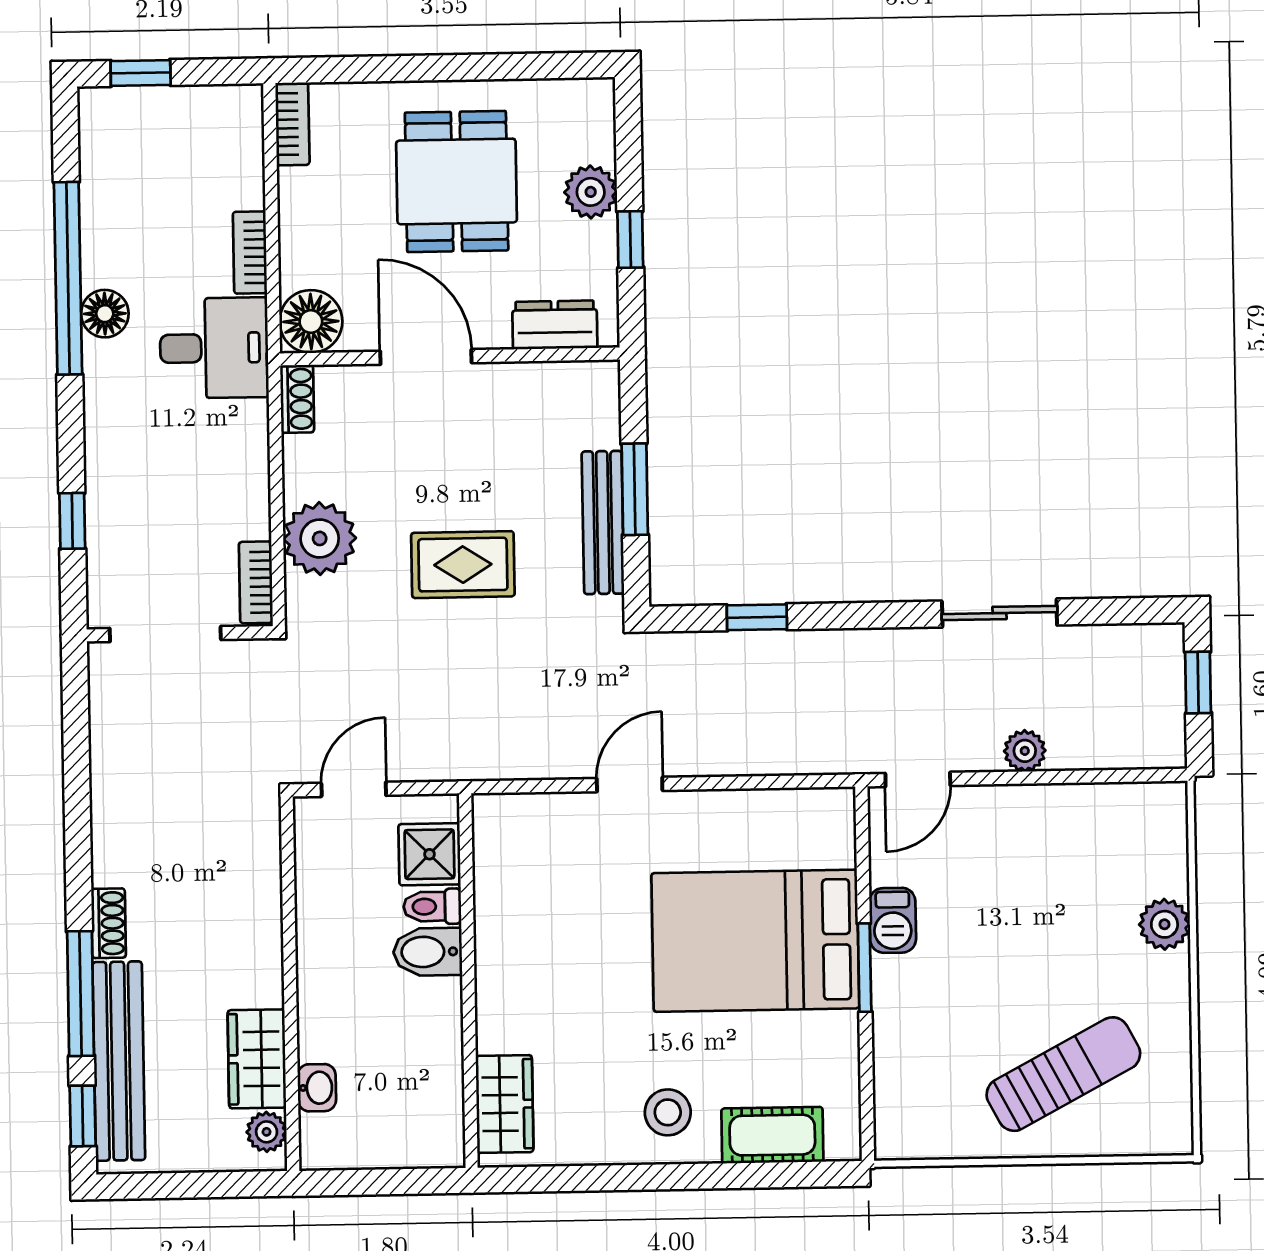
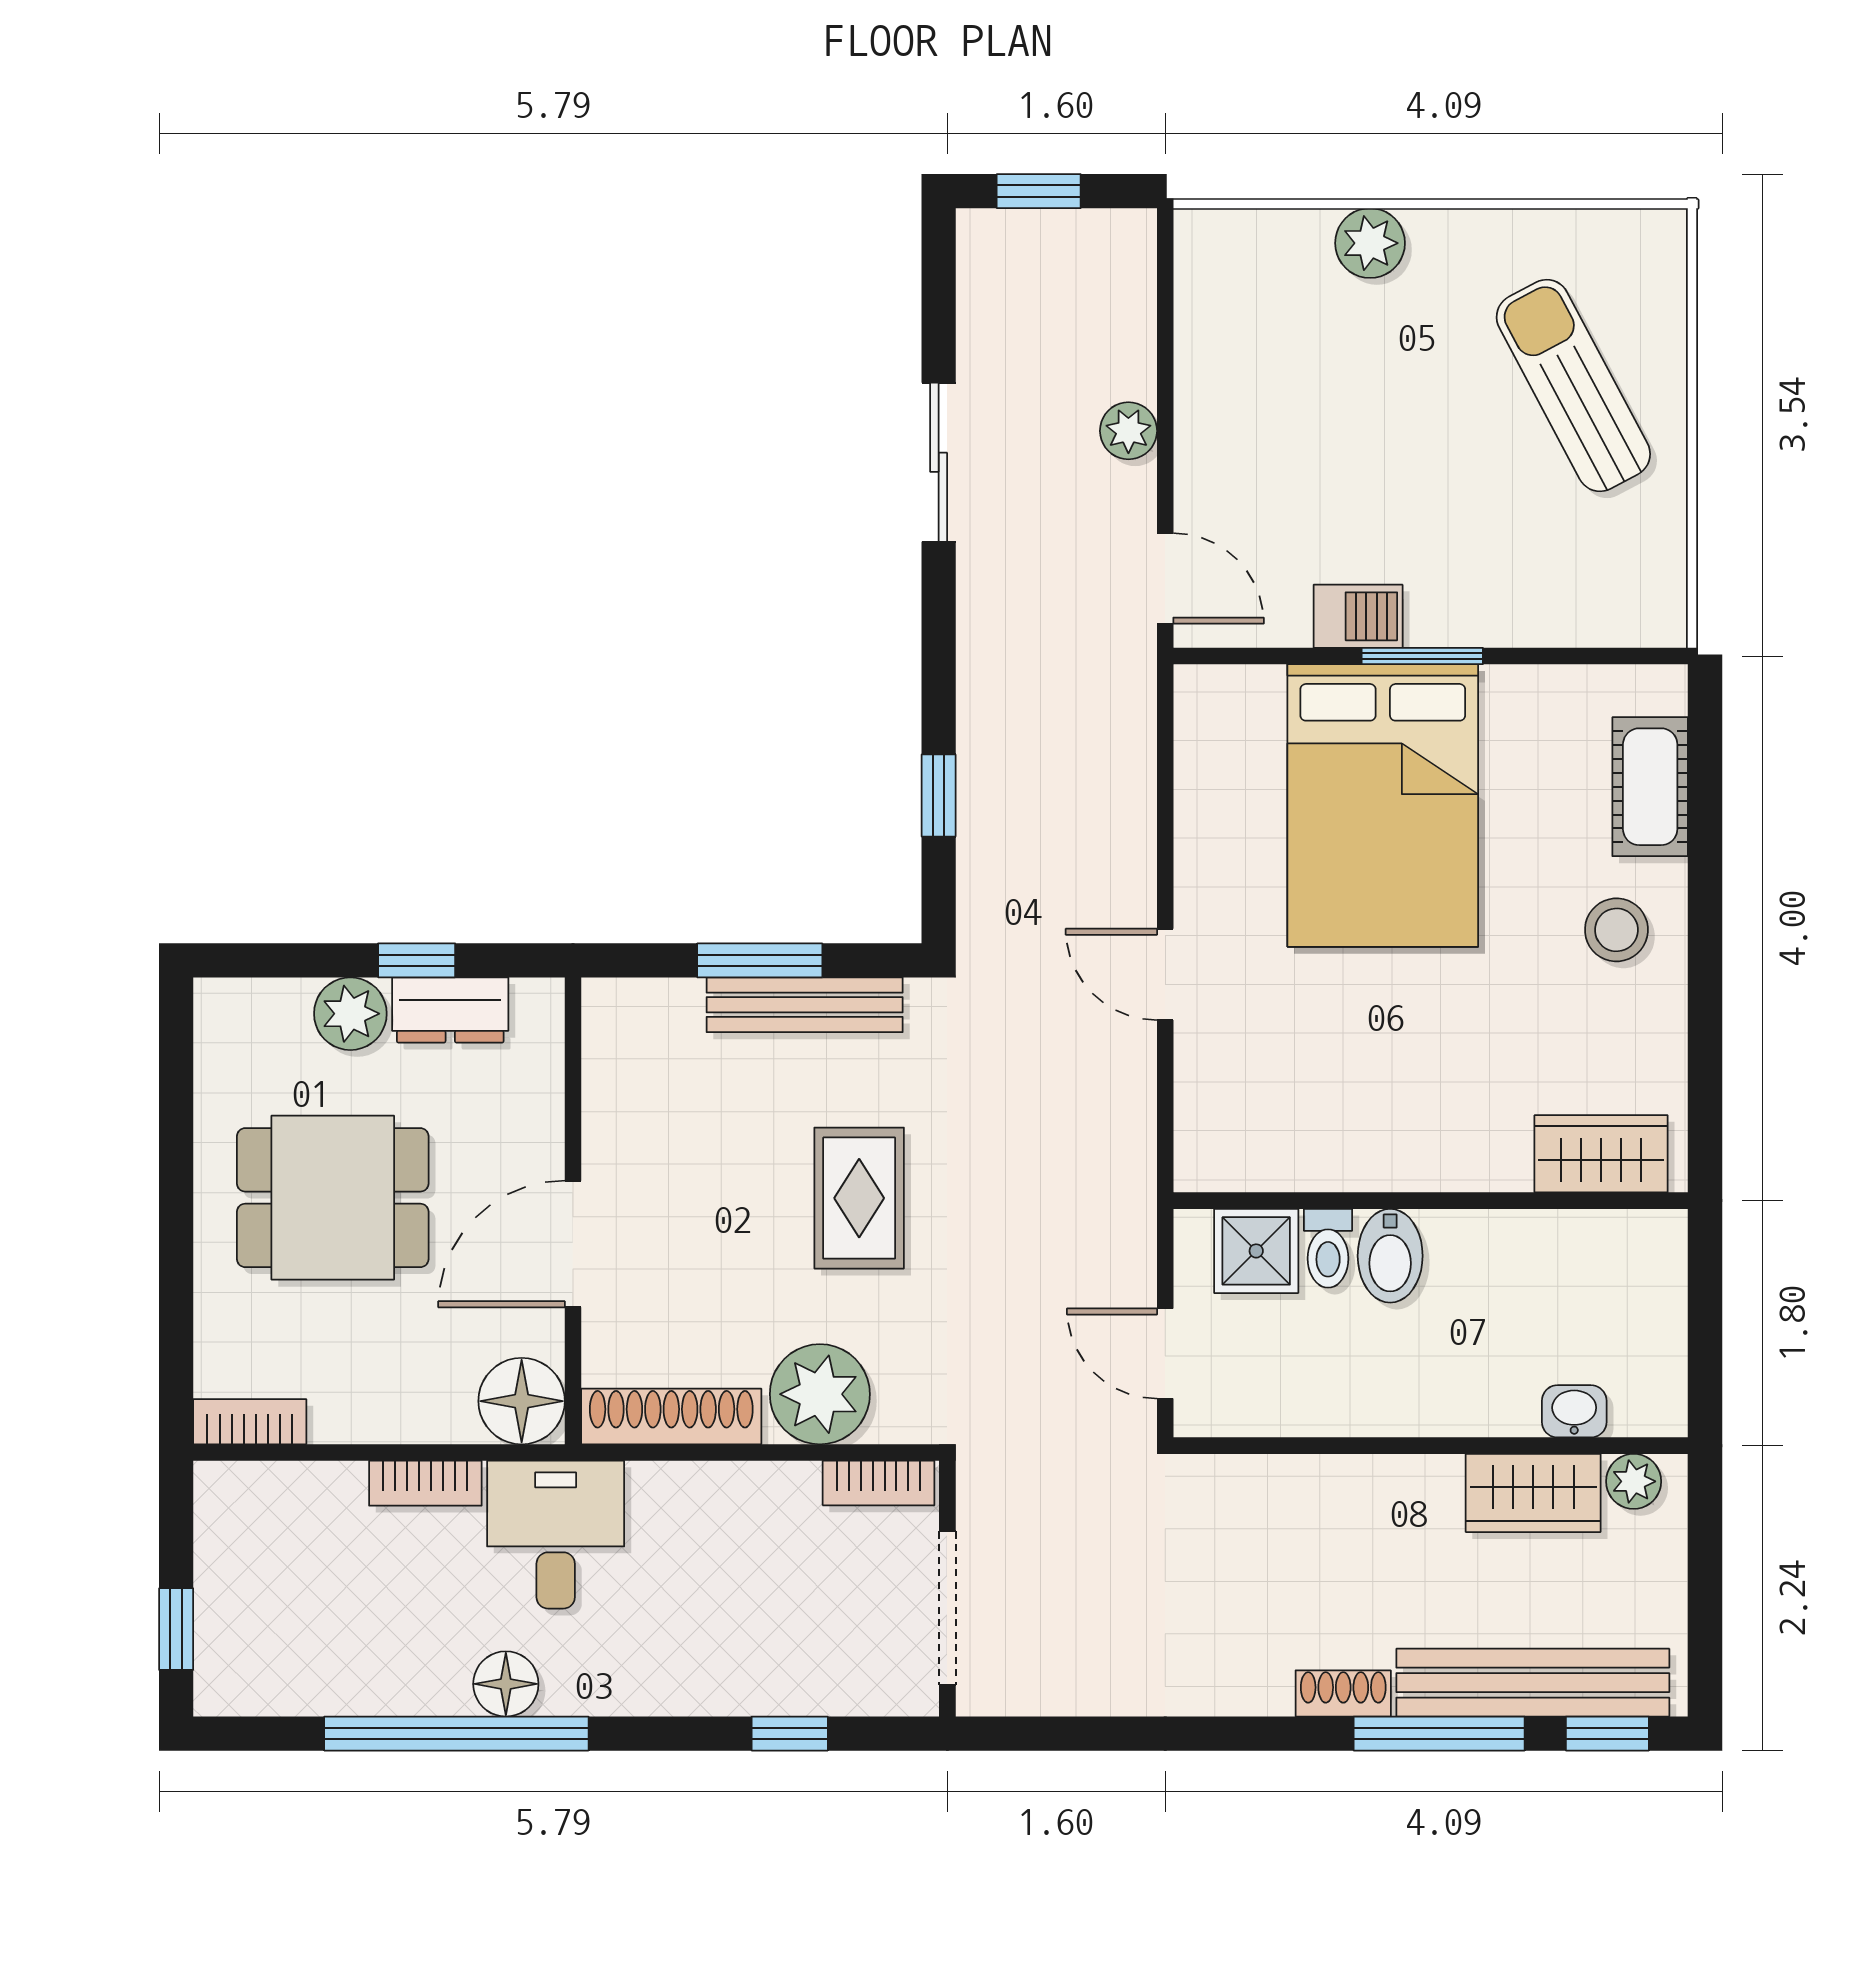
dresser: (555, 325) -> (450, 1010), moved, turned -90
shoe rack: (297, 399) -> (671, 1416), width x1.94, depth x1.24

